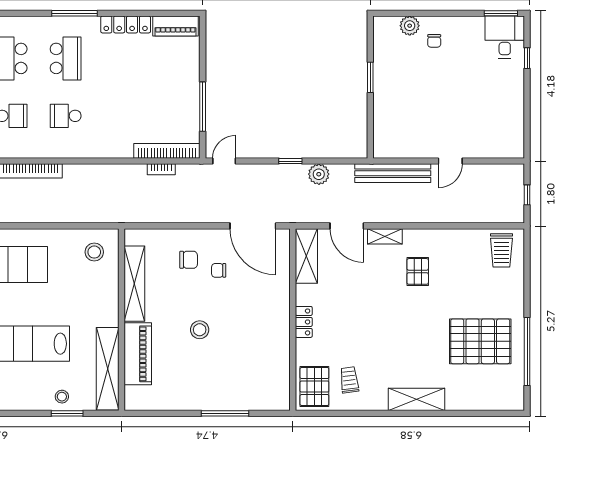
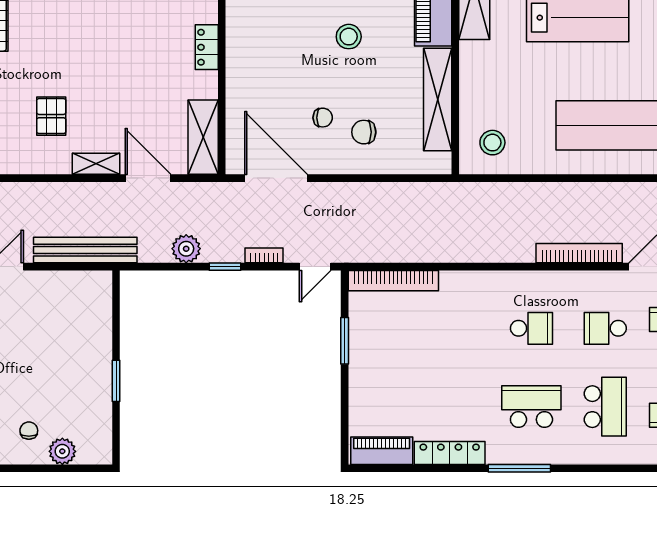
school desk: (66, 58) -> (531, 407), turned 90
window: (203, 107) -> (345, 341), width x0.69
bookcase: (161, 169) -> (264, 255), moved

